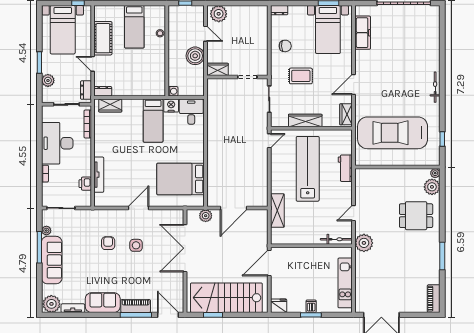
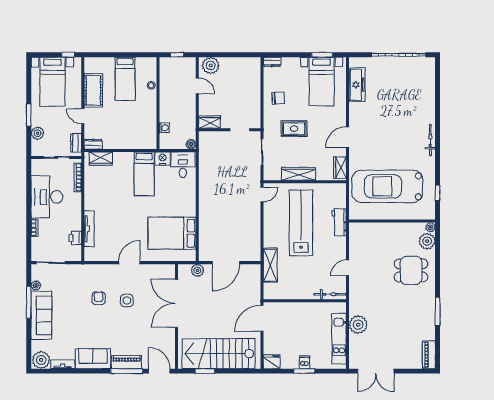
boiler: (195, 56) -> (191, 144), moved, width x0.54, depth x0.54
washing machine: (173, 91) -> (164, 128), moved
plant: (364, 243) -> (358, 325), moved

